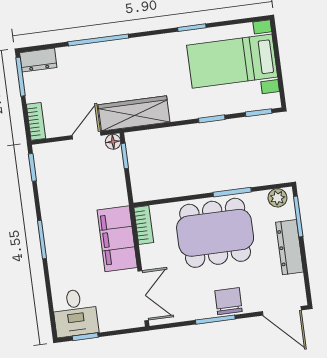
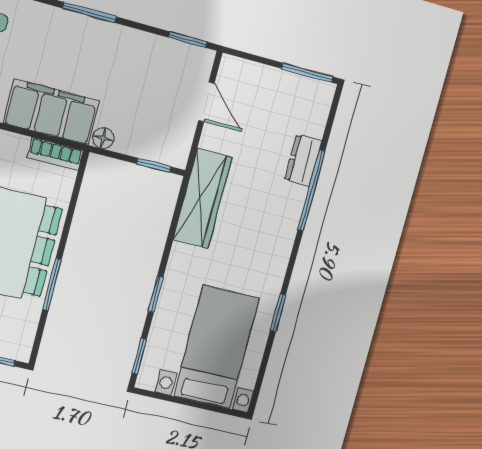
dresser: (38, 60) -> (303, 160), moved
bookcase: (36, 121) -> (244, 69), removed
door: (87, 135) -> (206, 102), moved
floor lamp: (113, 142) -> (103, 138), moved
plant: (277, 198) -> (21, 340), removed

